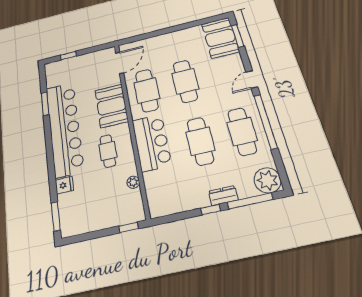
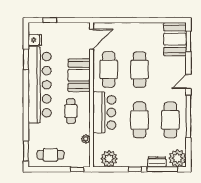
fridge: (64, 185) -> (35, 40), moved
dresser: (223, 196) -> (157, 162), moved
plant: (170, 203) -> (109, 159), added
cafe table: (89, 215) -> (50, 155), added

